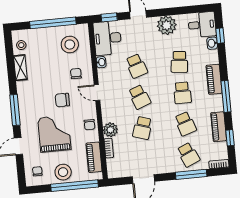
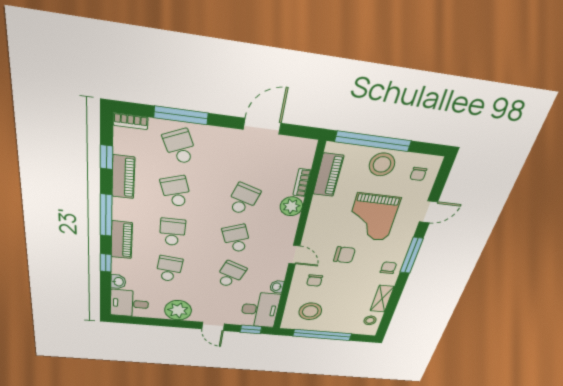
window: (220, 36) -> (106, 263), moved
school desk: (136, 66) -> (230, 275), turned 39
chair: (90, 125) -> (388, 268), moved

